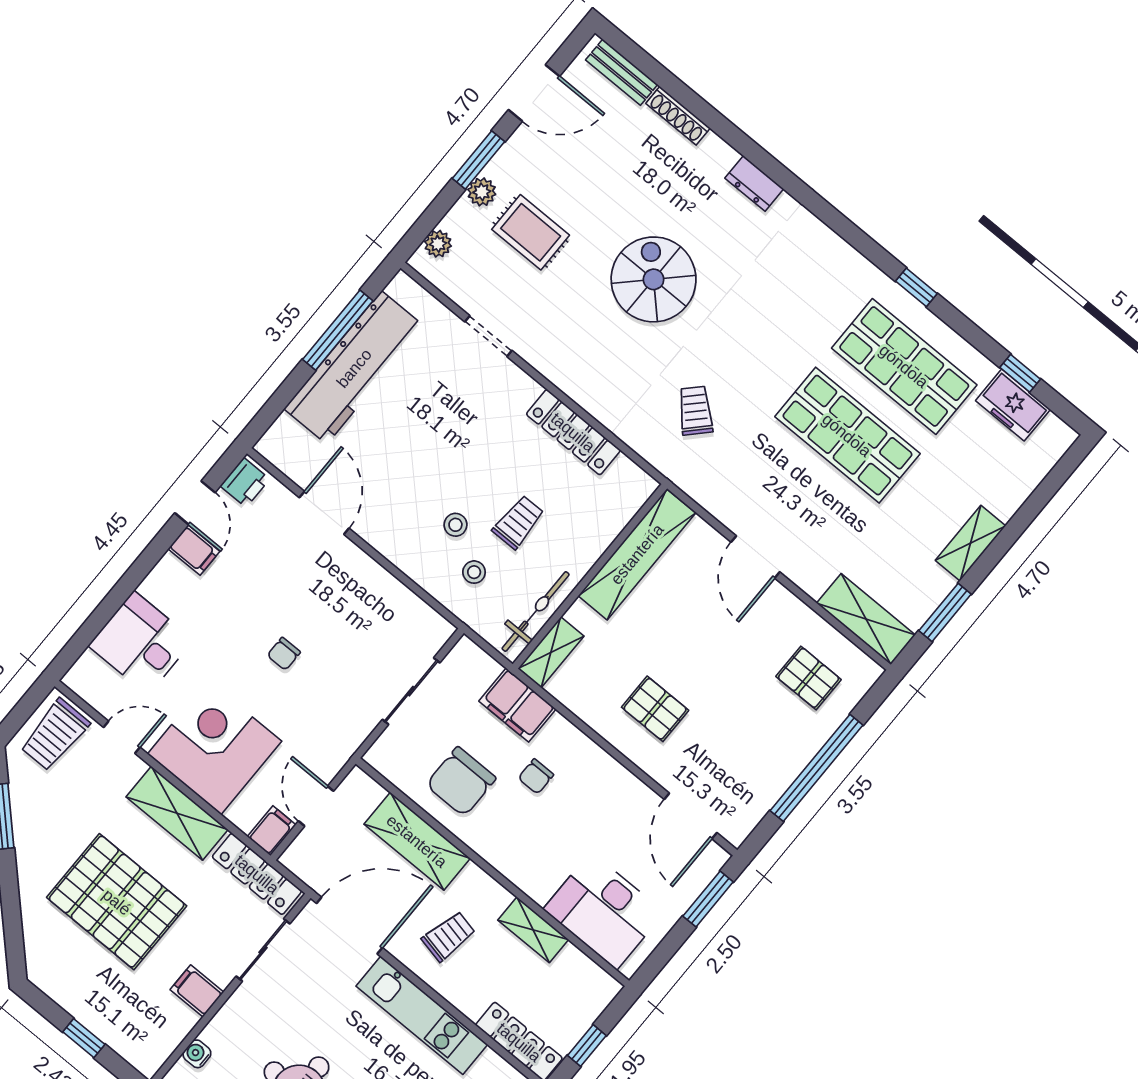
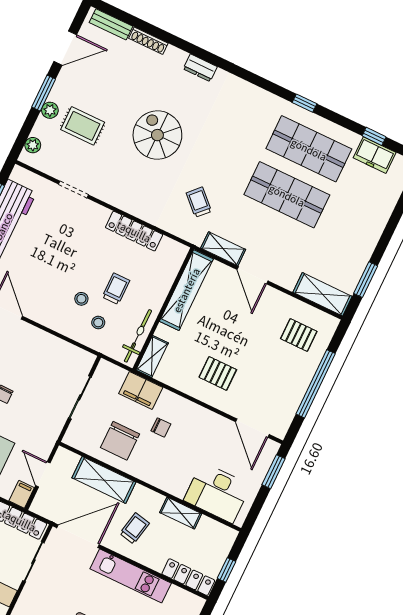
shelving: (970, 543) -> (223, 249), moved, turned 90
chair: (536, 776) -> (161, 427), turned -90

